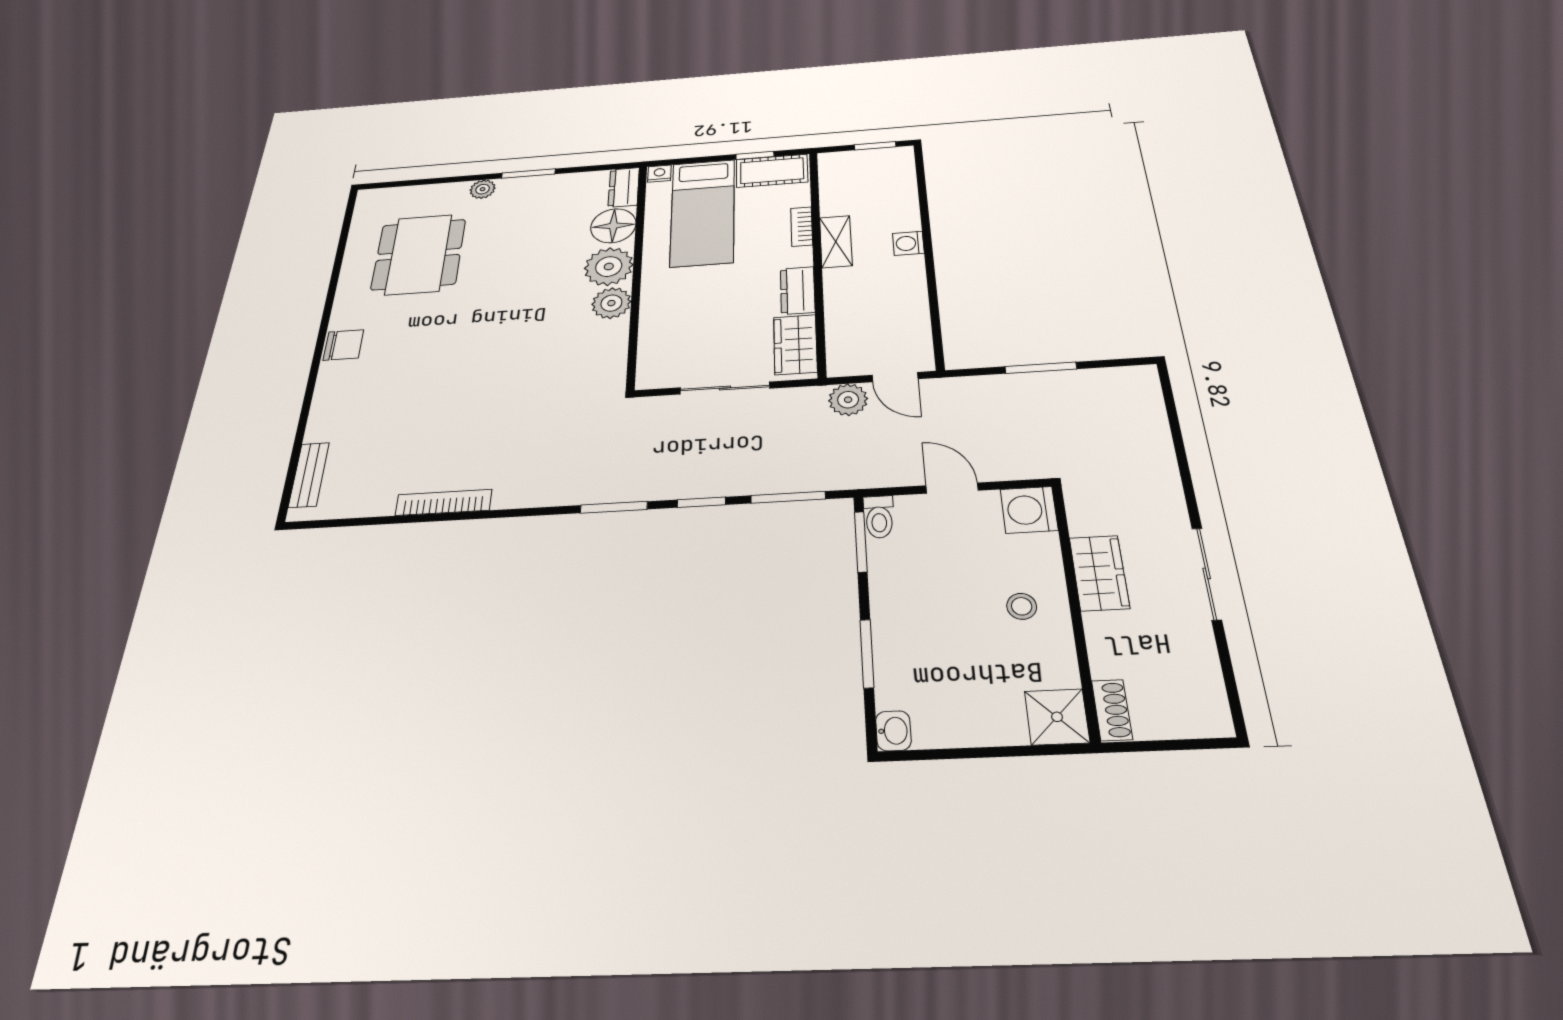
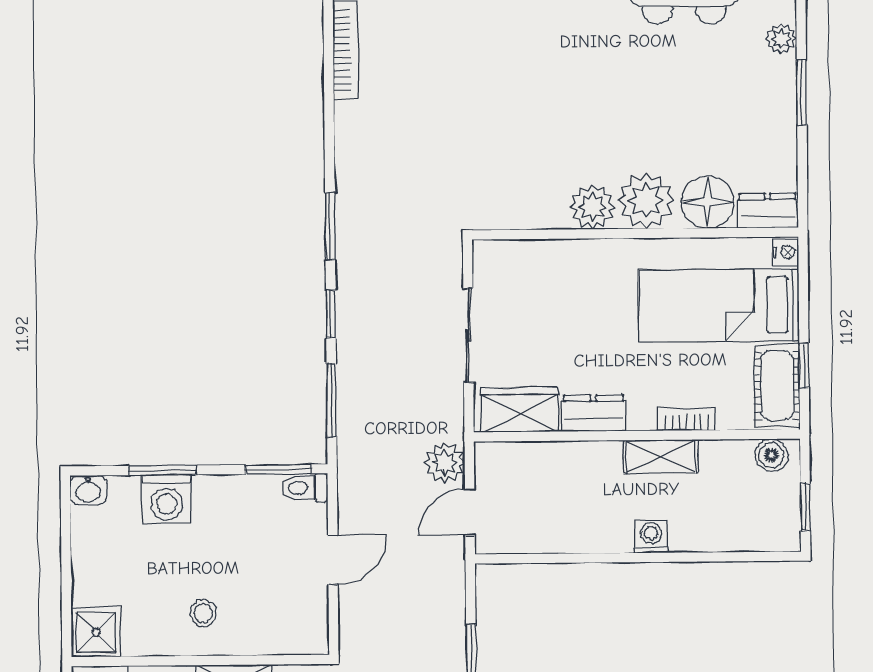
boiler: (832, 170) -> (771, 455), added
washing machine: (1029, 510) -> (167, 499), moved, turned 180

